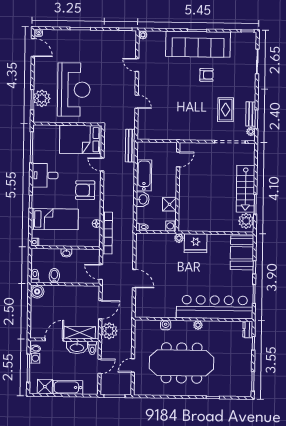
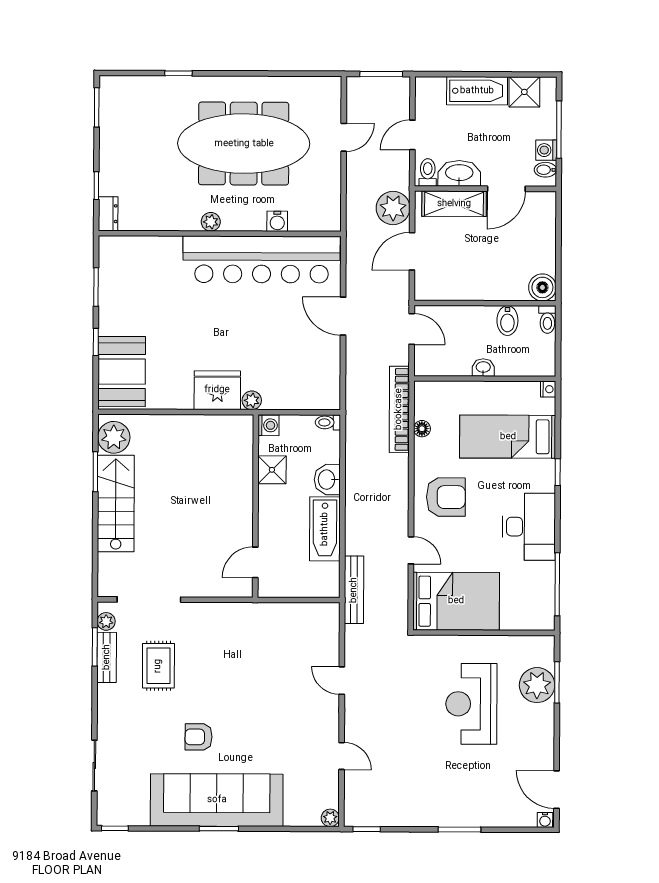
reception desk: (74, 90) -> (471, 704), width x0.74, depth x0.77
desk: (45, 175) -> (529, 527), width x1.37
bar counter: (215, 307) -> (262, 259), moved

